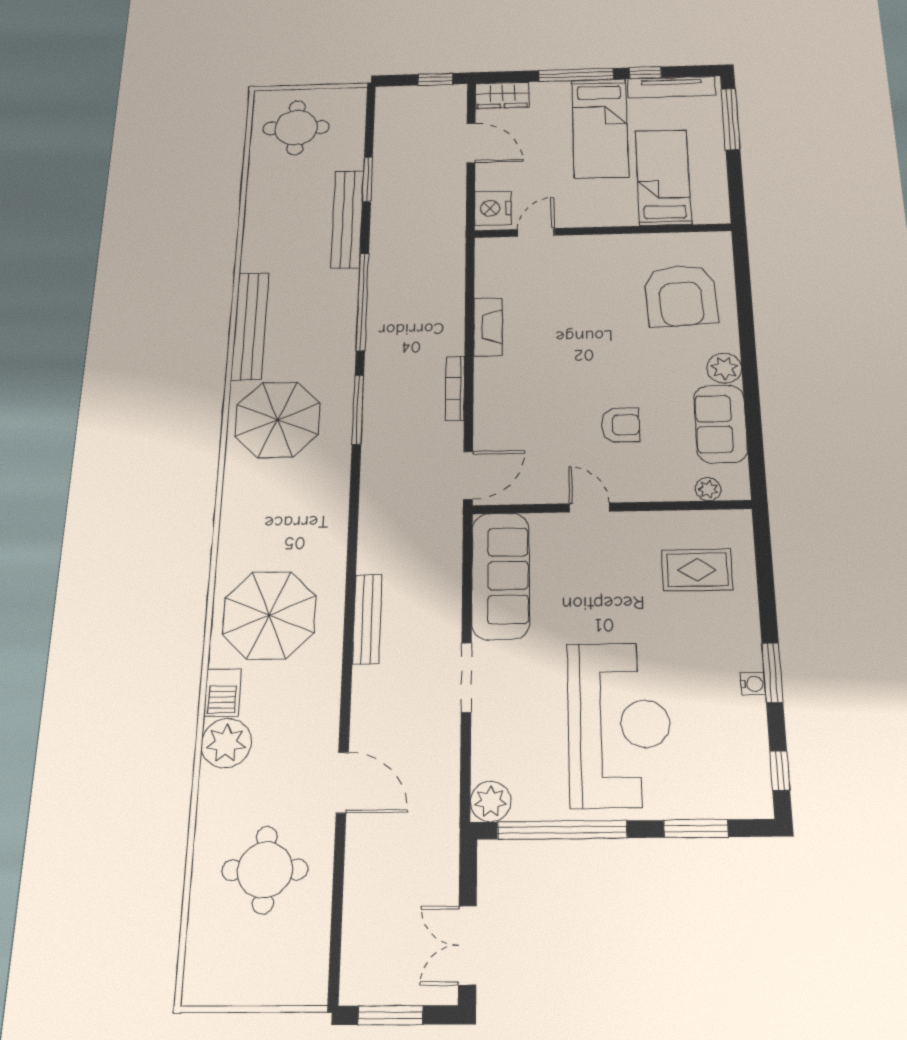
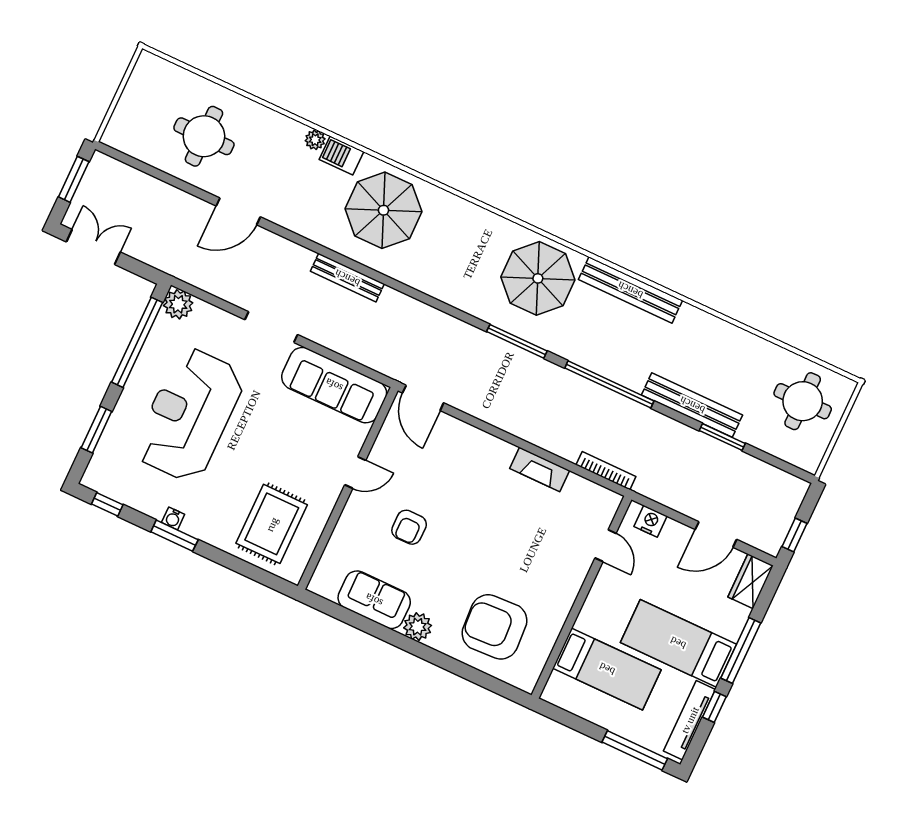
nightstand: (493, 208) -> (651, 521), width x0.74, depth x0.75
bookcase: (455, 388) -> (606, 471), moved
plant: (708, 489) -> (328, 564), removed
rug: (697, 570) -> (272, 524), width x1.36, depth x1.43
reception desk: (619, 724) -> (189, 415), turned 90
plant: (226, 743) -> (315, 140), width x0.53, depth x0.53

